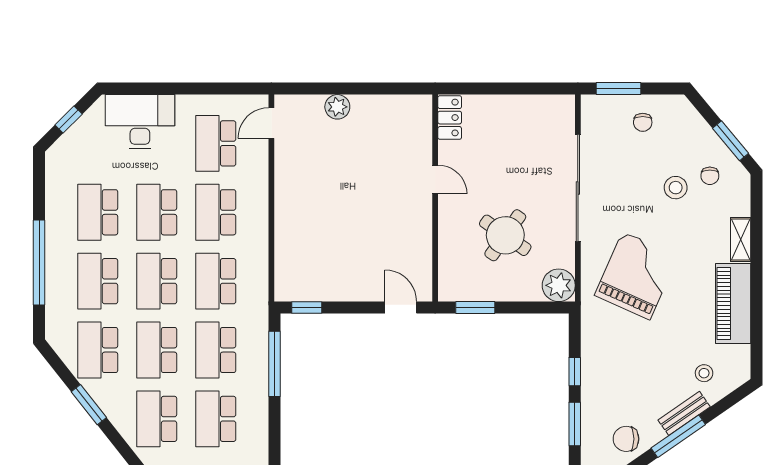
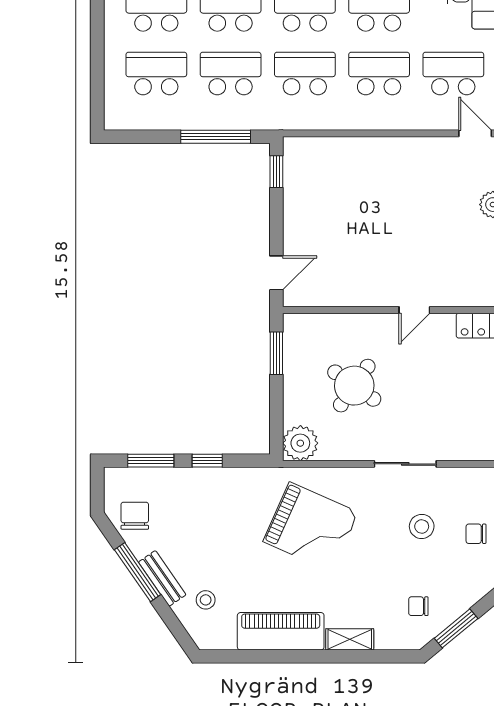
sliding door: (578, 188) -> (405, 464), width x0.54
stool: (676, 188) -> (422, 526), moved

